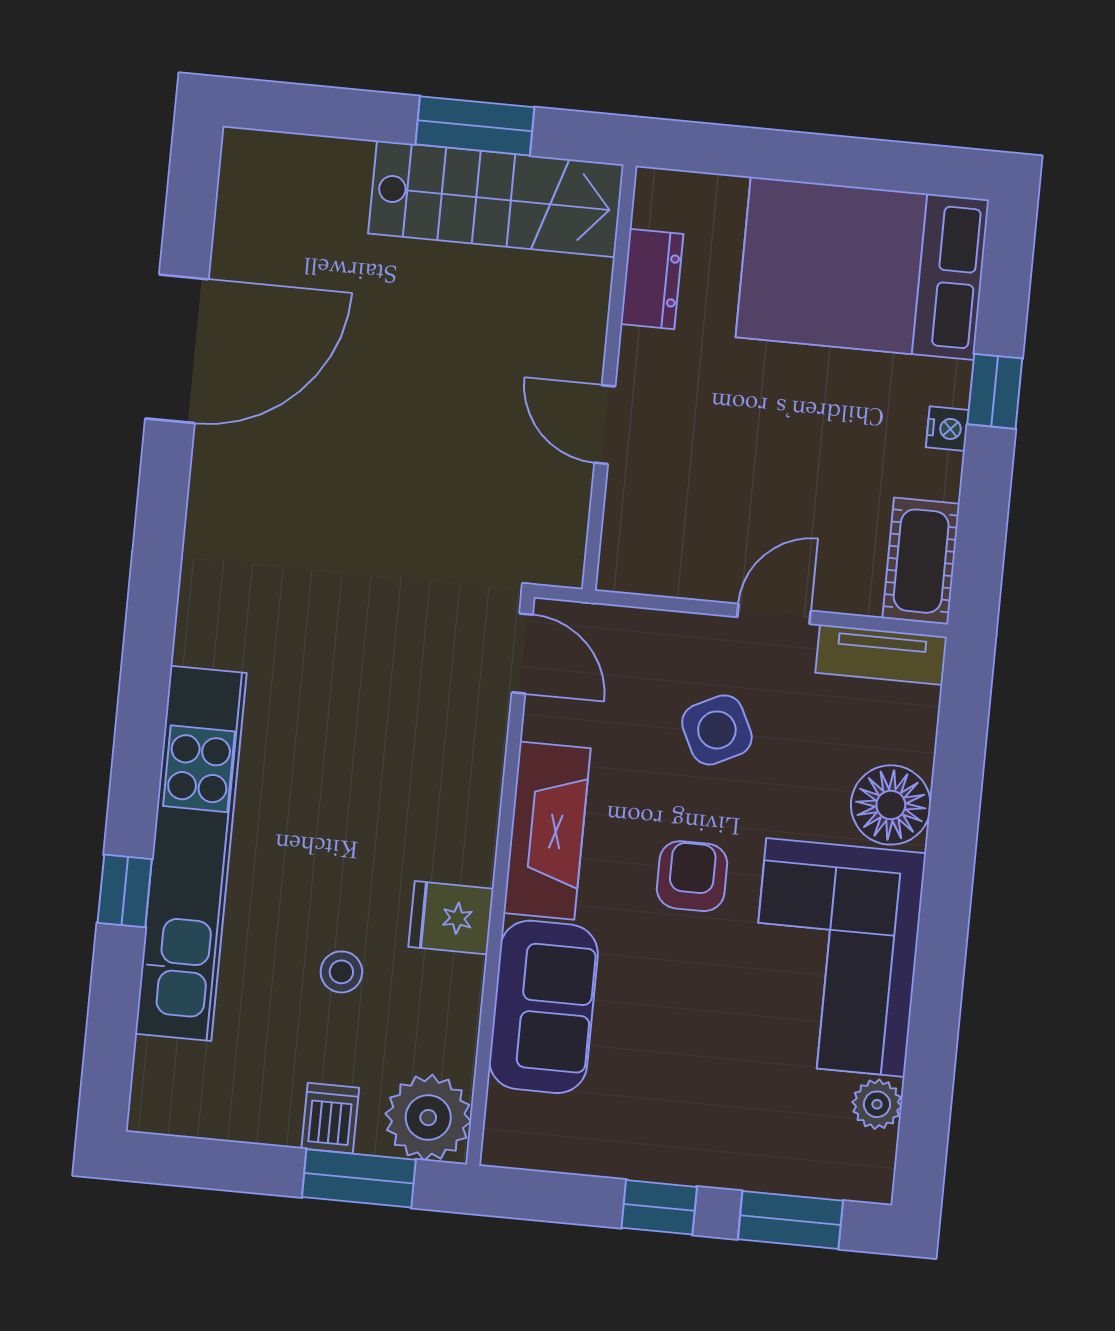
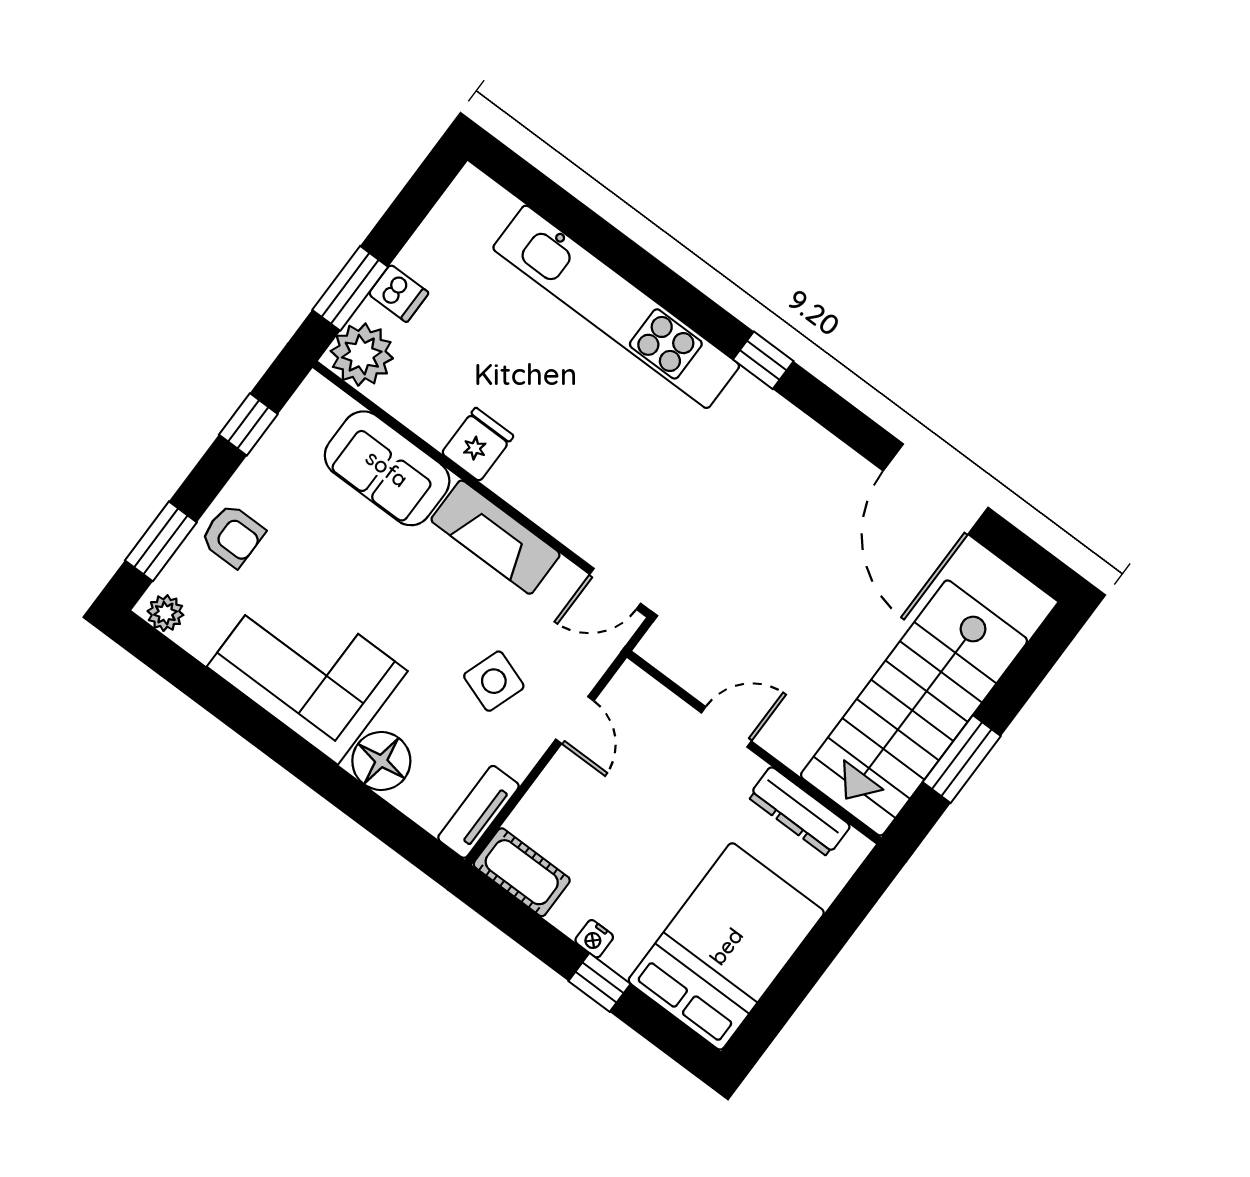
stairs: (496, 199) -> (914, 708), width x1.36, depth x1.51
dresser: (652, 279) -> (799, 811), width x1.44
door: (774, 614) -> (575, 720), moved
side table: (717, 730) -> (494, 681), turned 45
armchair: (692, 876) -> (233, 536), moved
window: (125, 891) -> (763, 360), moved
stool: (341, 972) -> (485, 356), removed
plant: (877, 1104) -> (165, 613), moved
window: (659, 1207) -> (248, 424), moved

